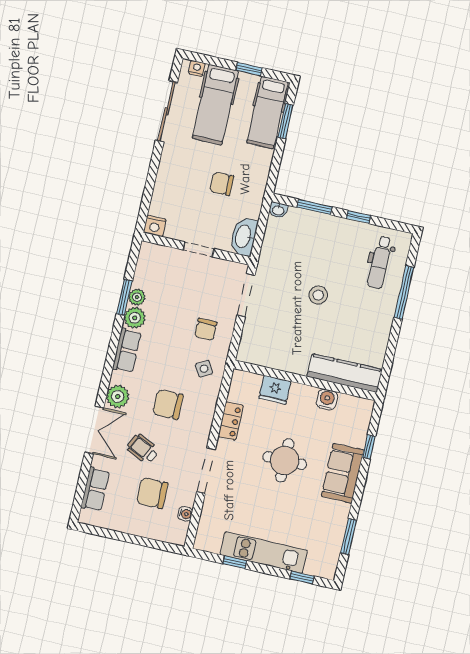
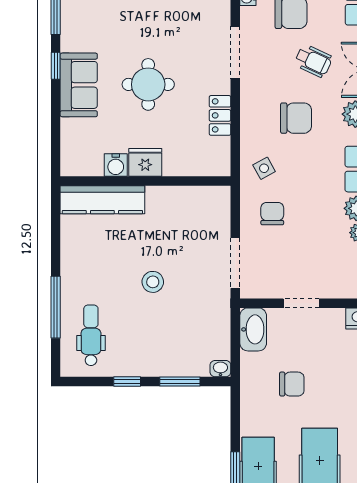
fridge: (275, 390) -> (145, 162), moved
window: (369, 447) -> (56, 66), moved

